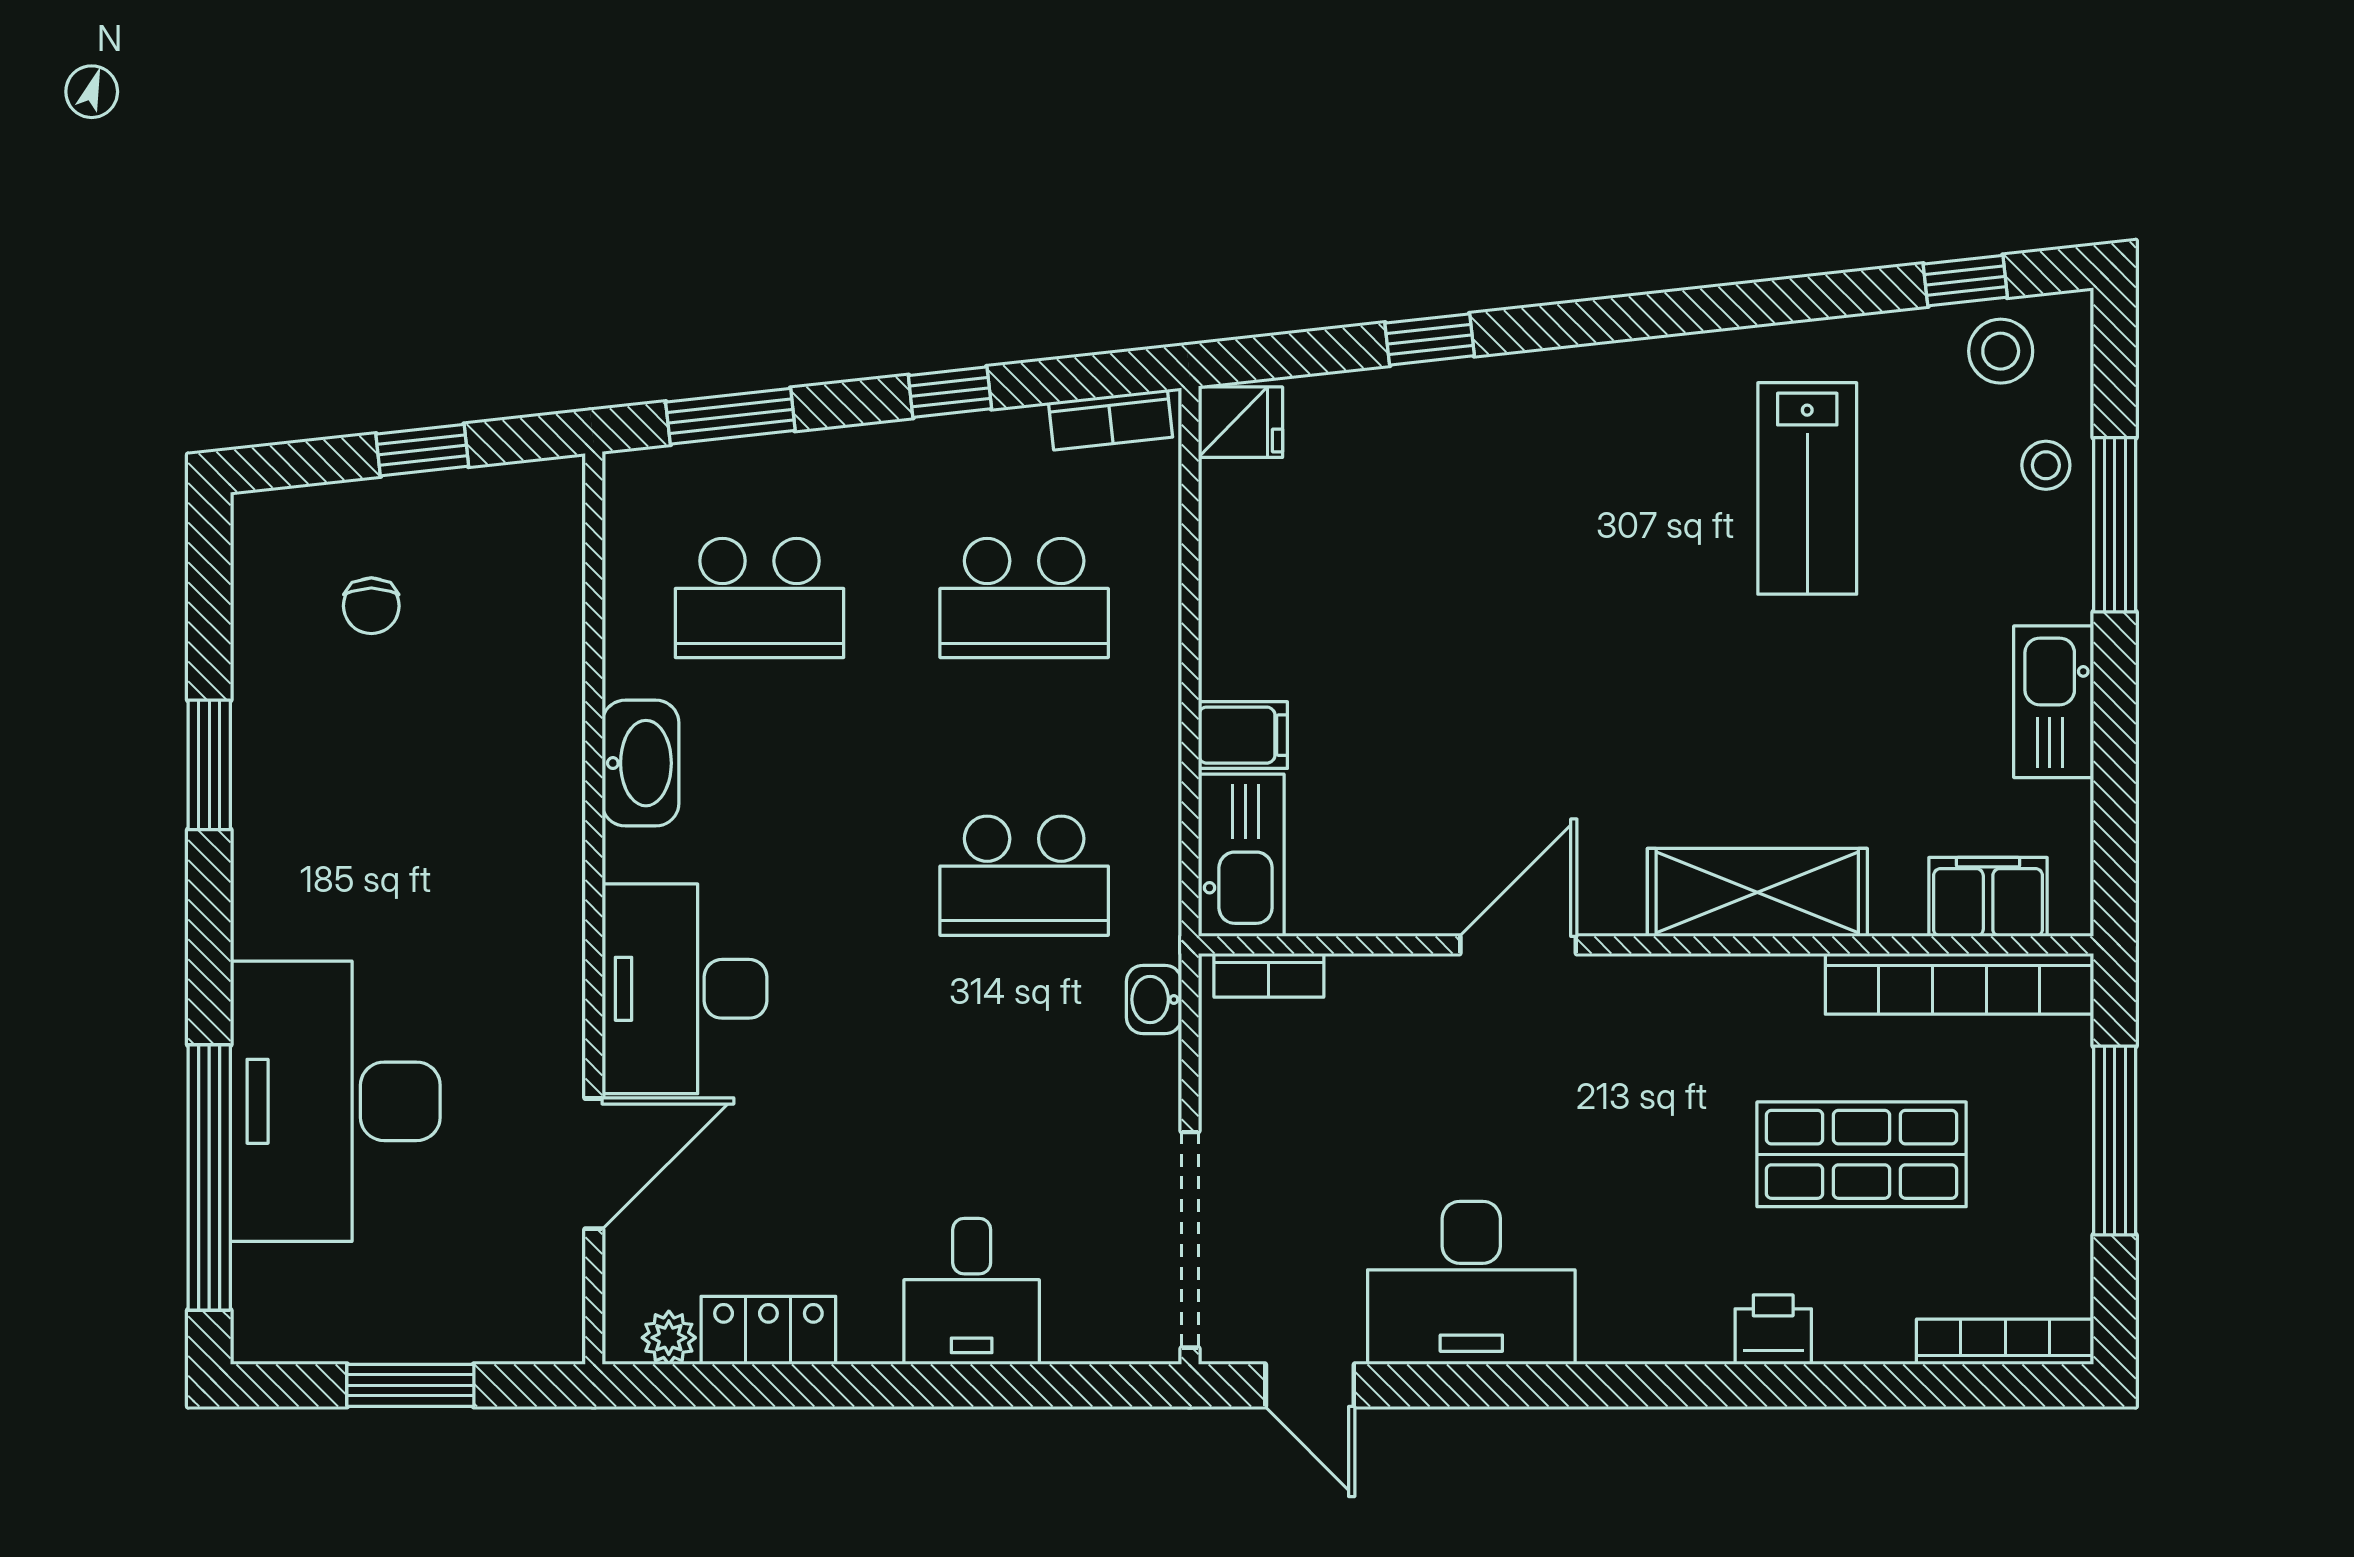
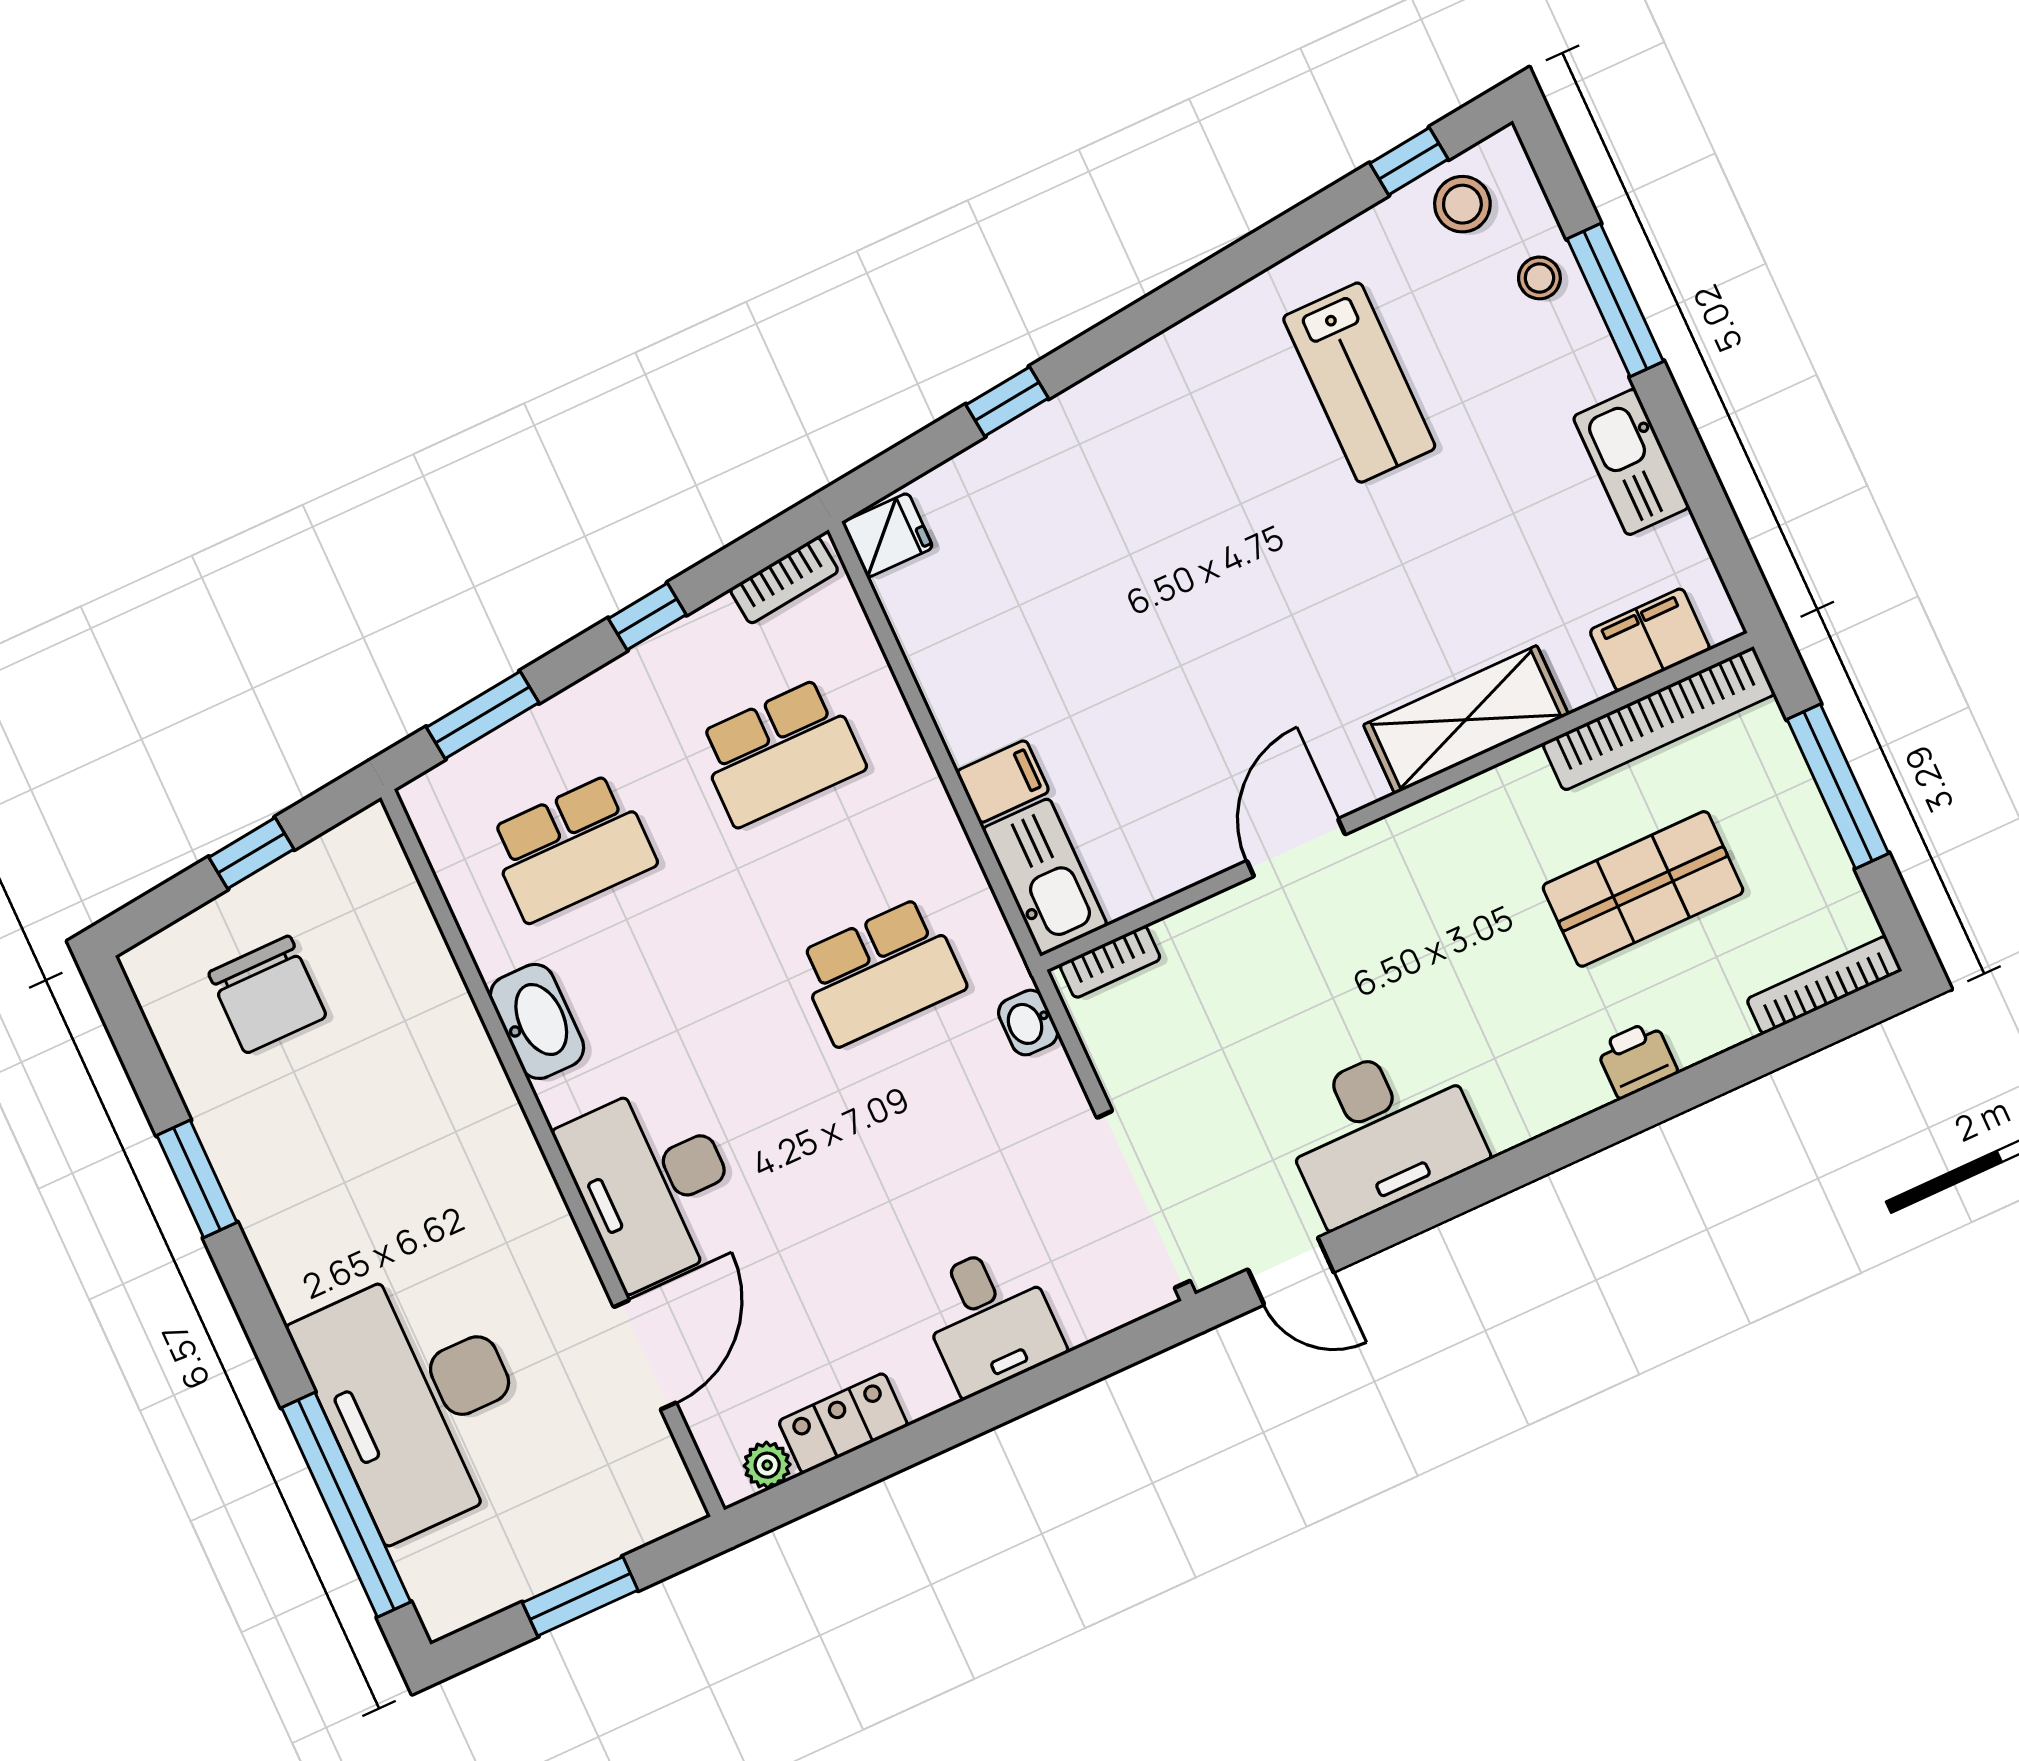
chair: (371, 606) -> (267, 995), width x1.87, depth x1.87

